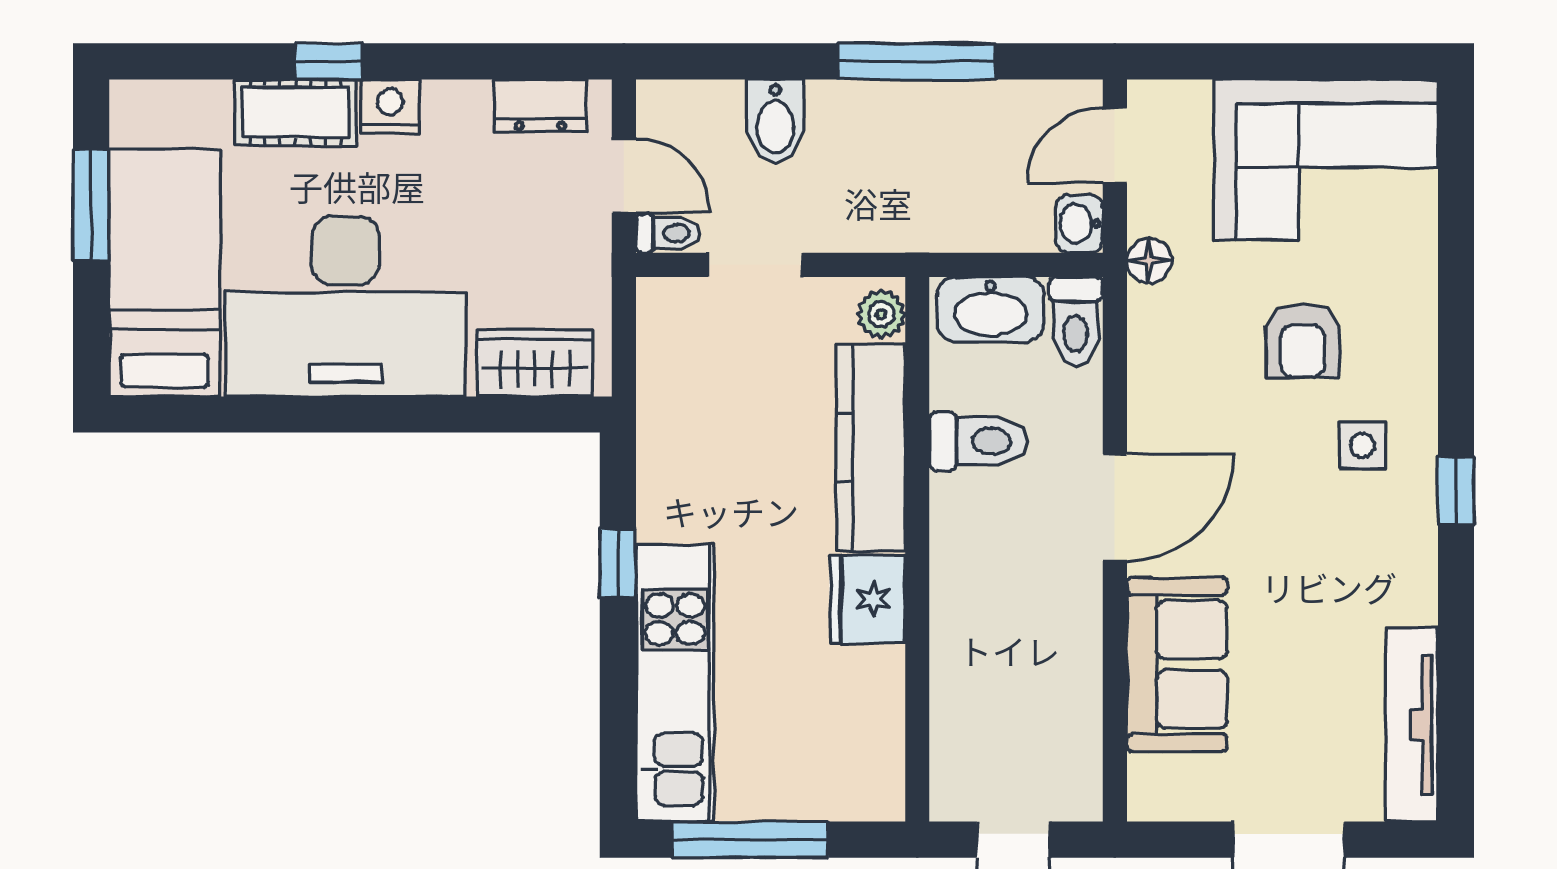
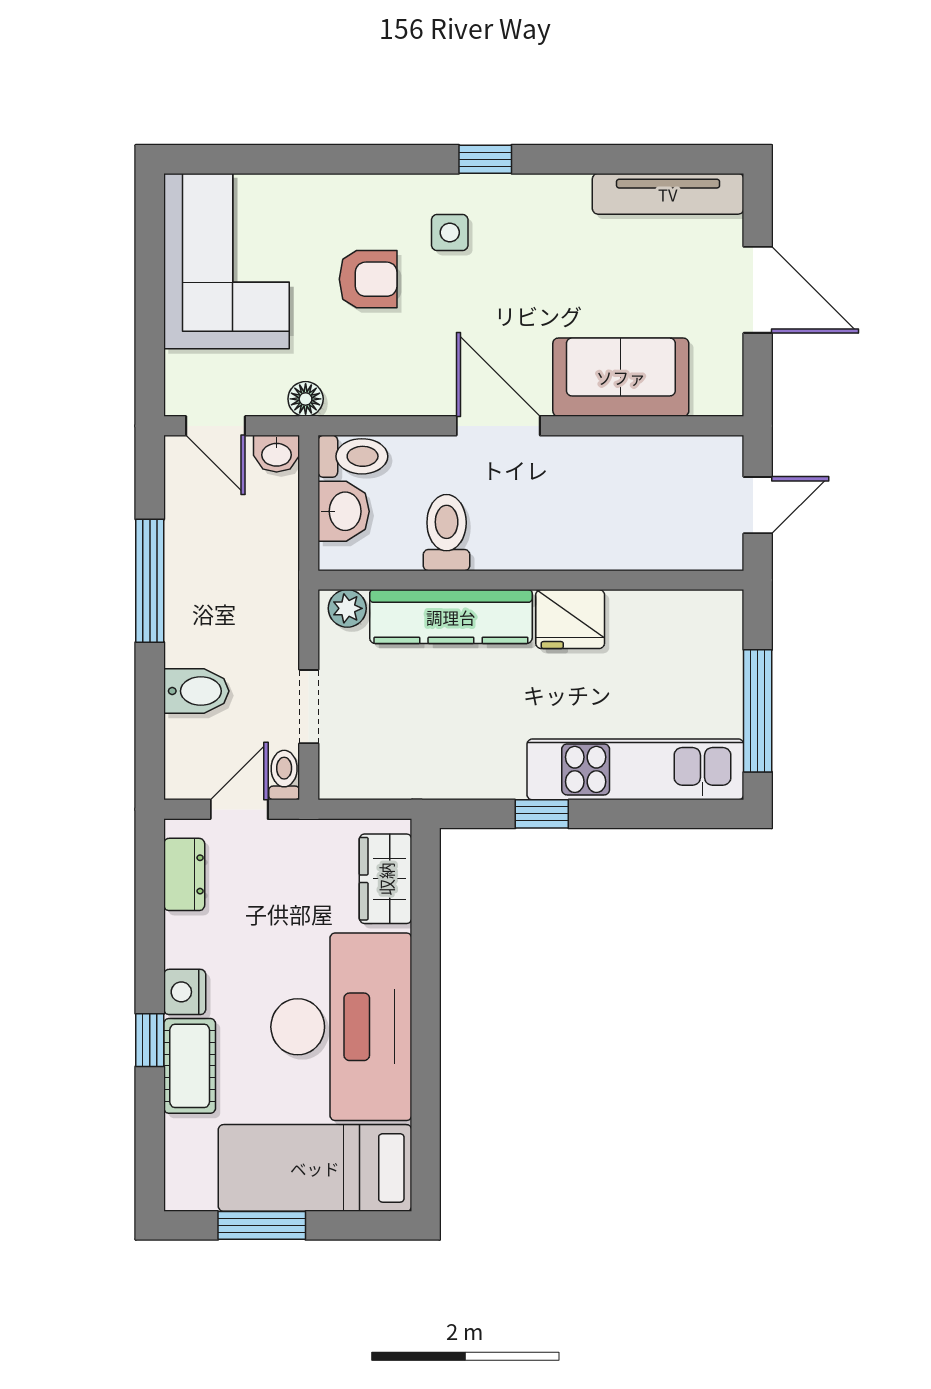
washbasin: (991, 309) -> (344, 511), width x0.72

